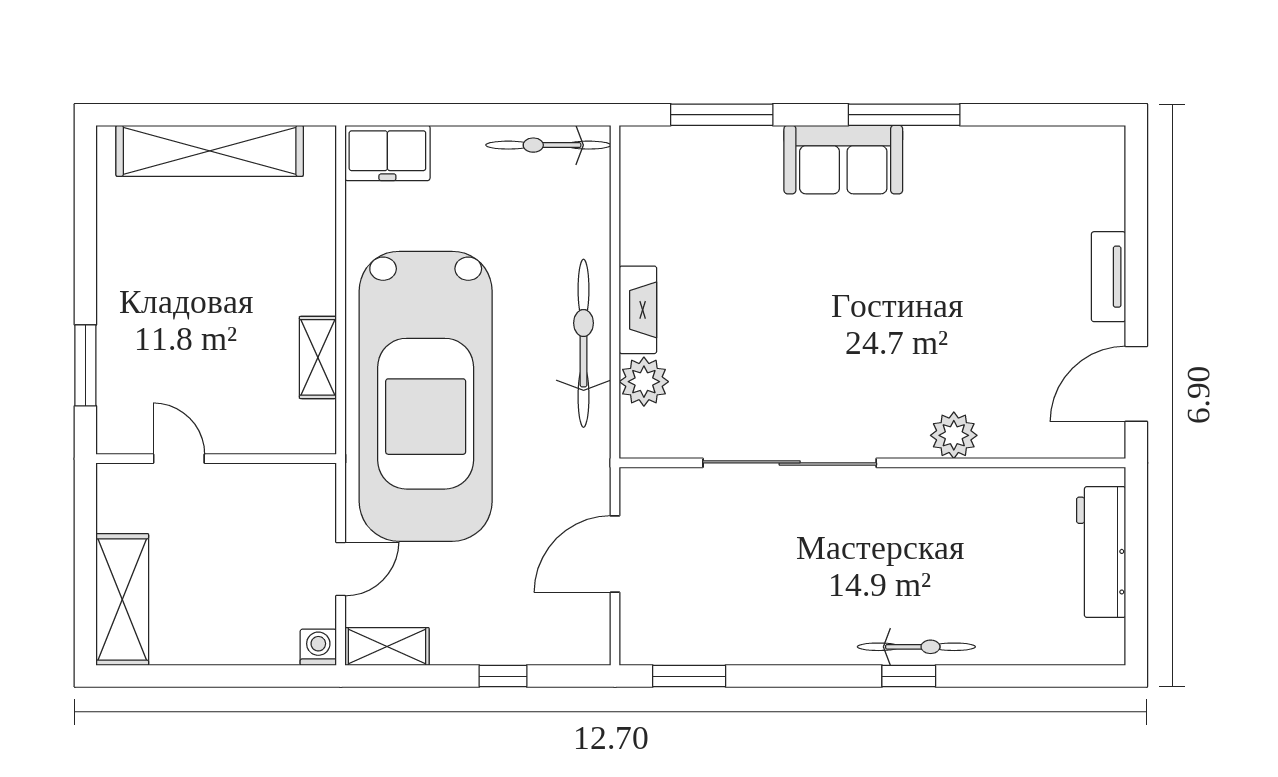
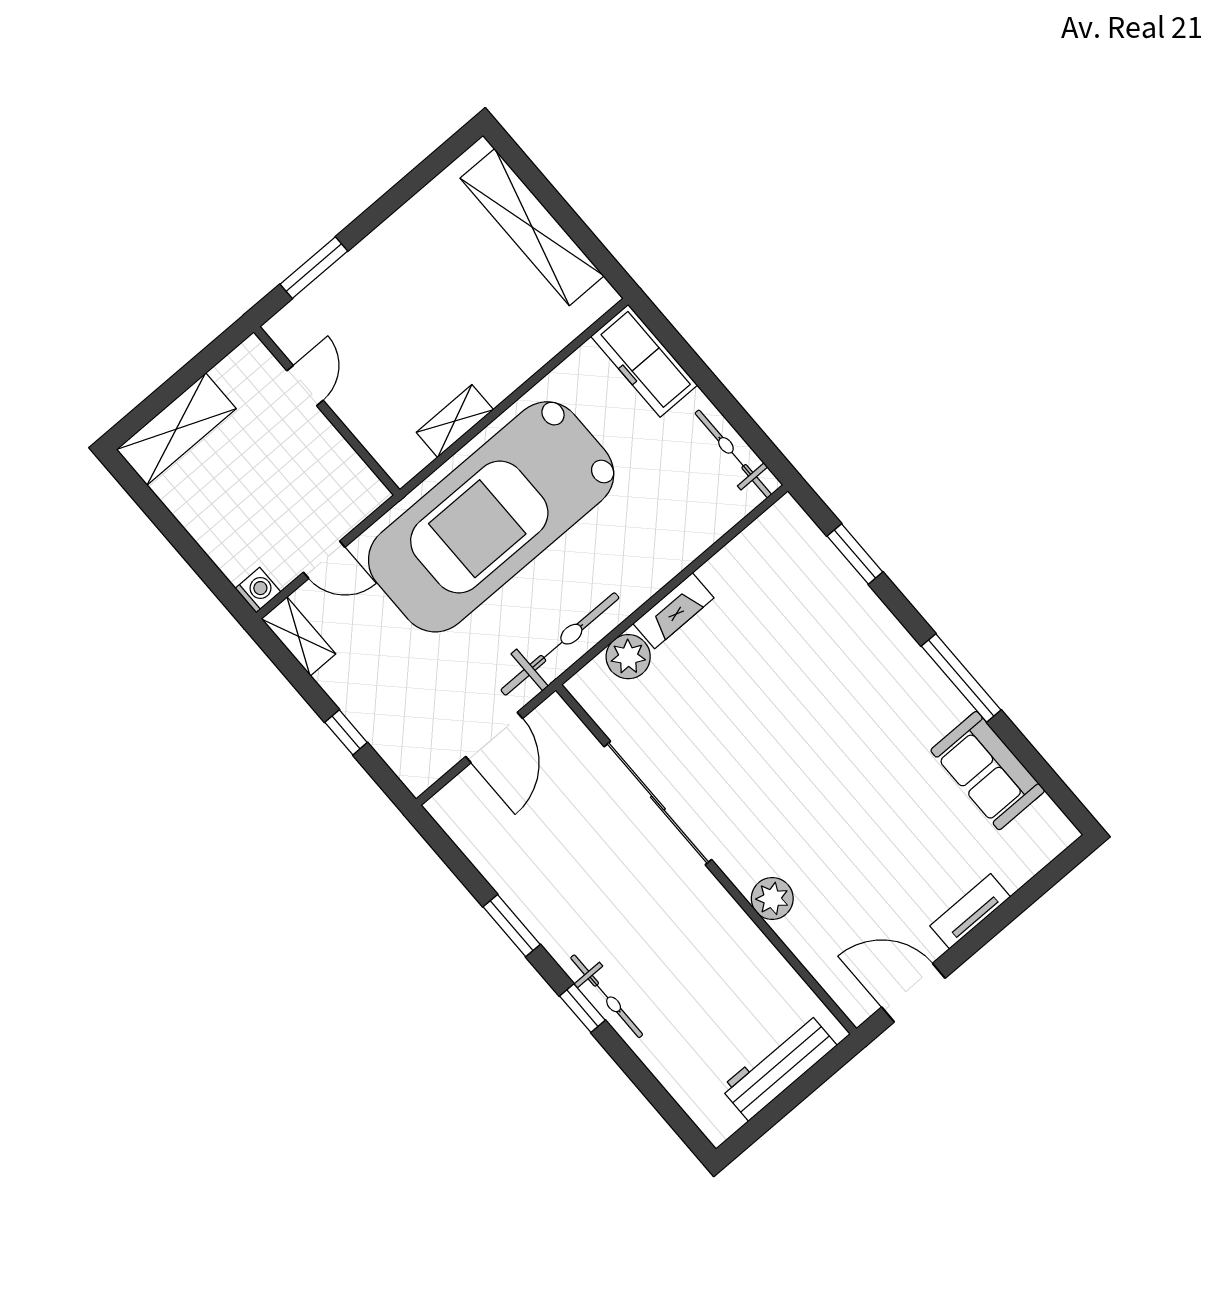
window: (722, 115) -> (855, 554), width x0.69
freezer: (387, 153) -> (644, 361), width x1.40
sofa: (843, 160) -> (988, 771), moved
bicycle: (584, 343) -> (560, 644), moved
door: (615, 554) -> (494, 737), swing flipped
window: (689, 676) -> (512, 926), moved

